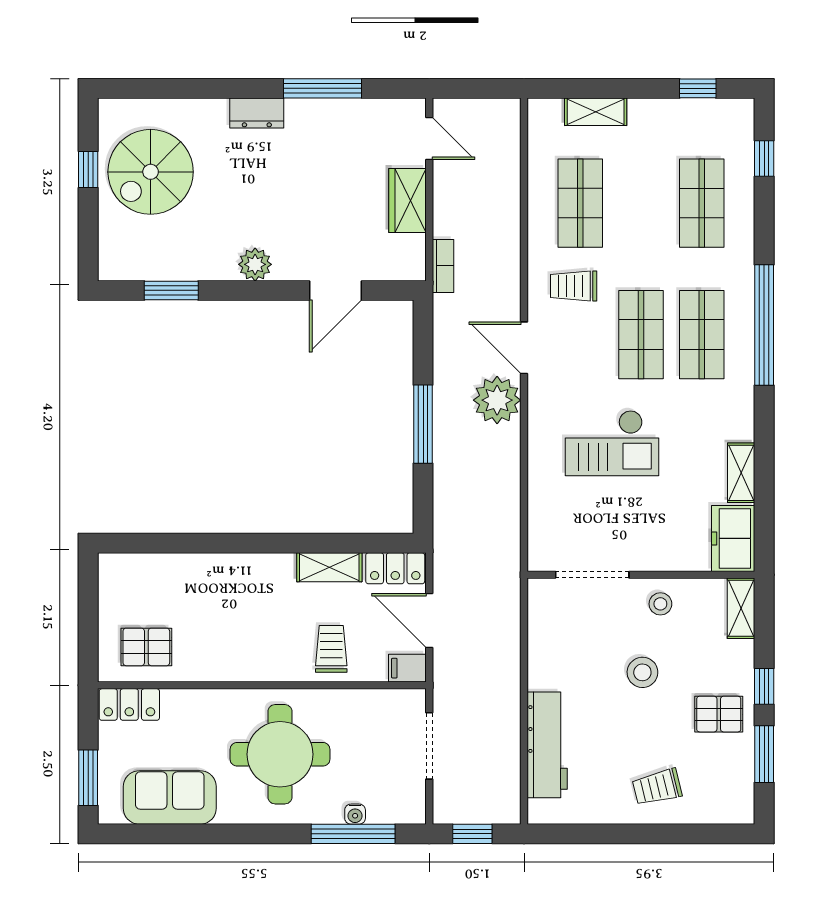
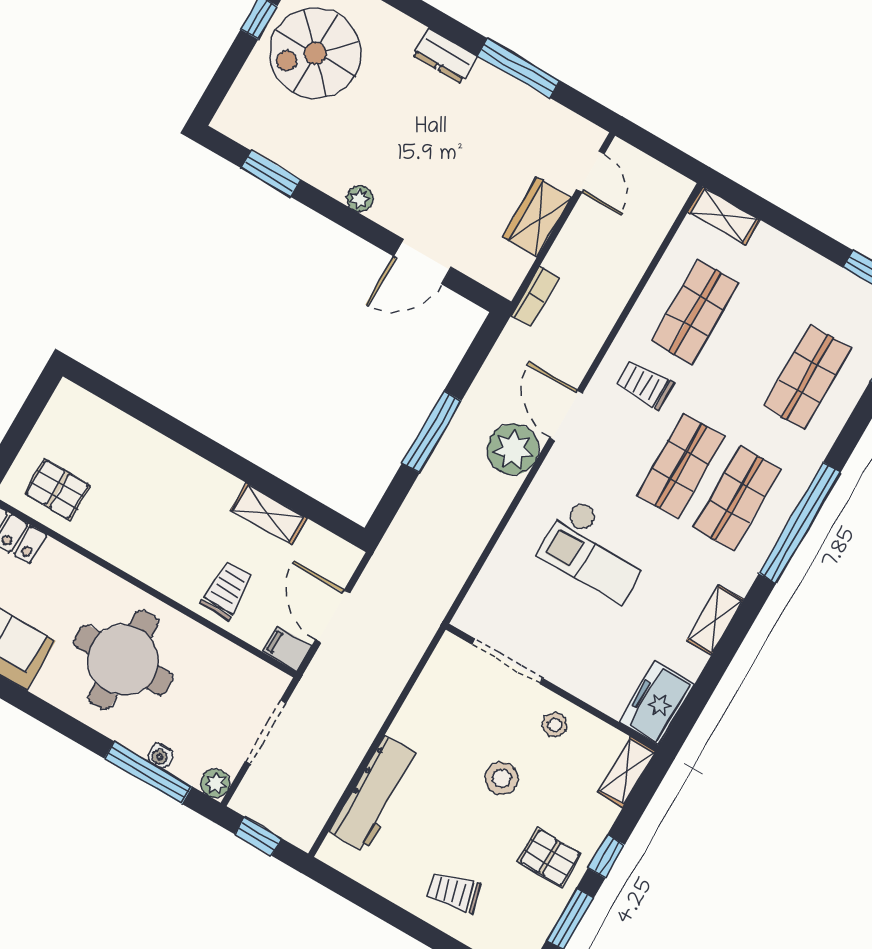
shelving: (596, 112) -> (724, 216), moved
plant: (255, 264) -> (360, 199), width x0.73, depth x0.73
shelving: (741, 473) -> (715, 620), moved
locker: (395, 568) -> (329, 550), removed
plant: (413, 811) -> (215, 783), added

